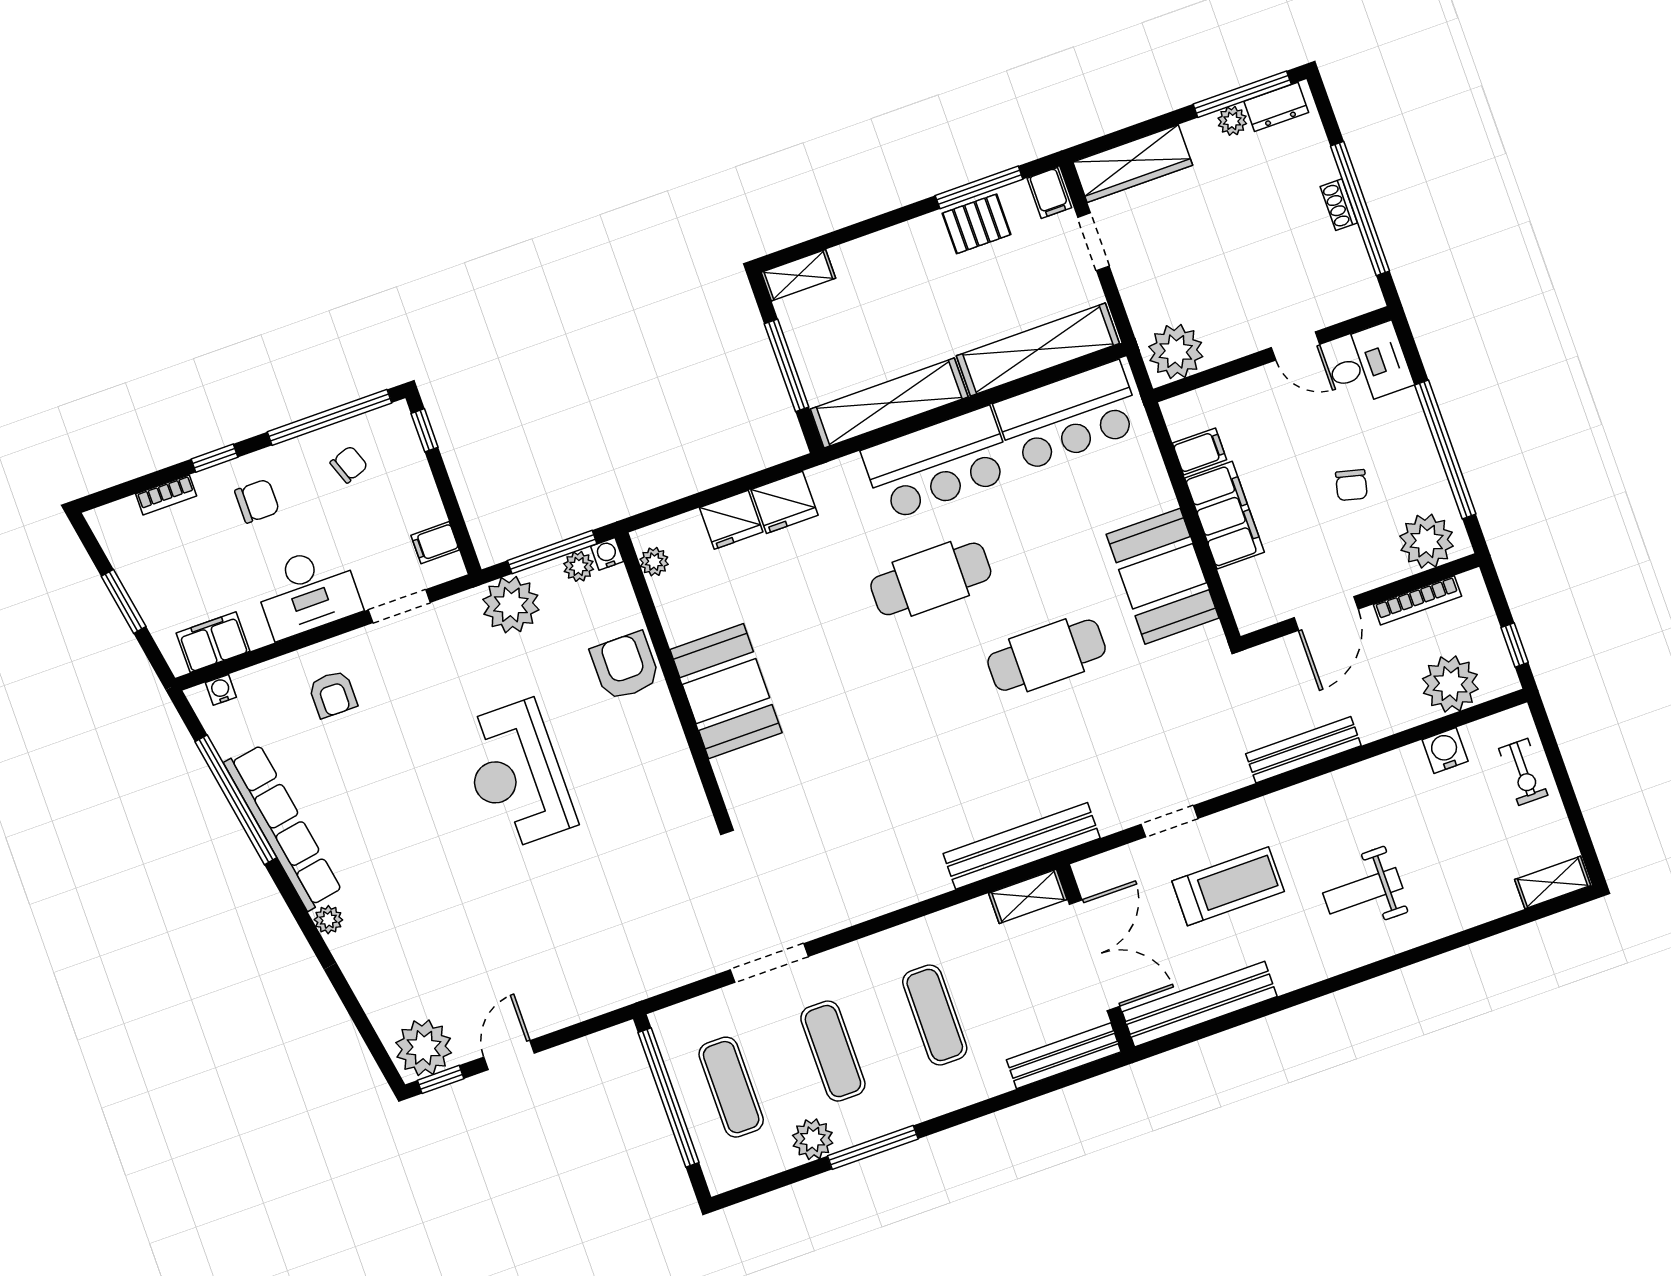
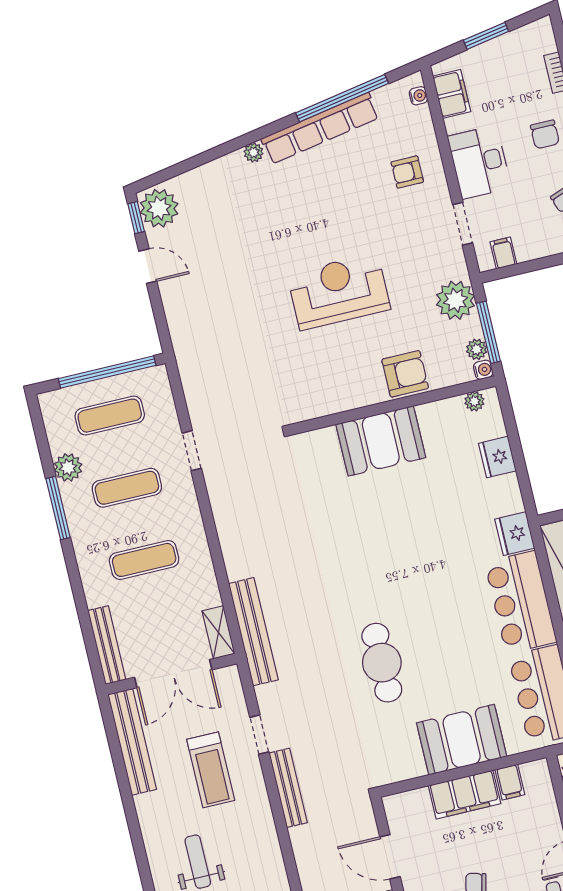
fridge: (784, 502) -> (515, 534), moved
booth: (1163, 576) -> (462, 740), moved
cafe table: (931, 579) -> (442, 589), removed
bench: (1303, 750) -> (288, 788), moved
doorway: (769, 963) -> (192, 451), width x0.73

